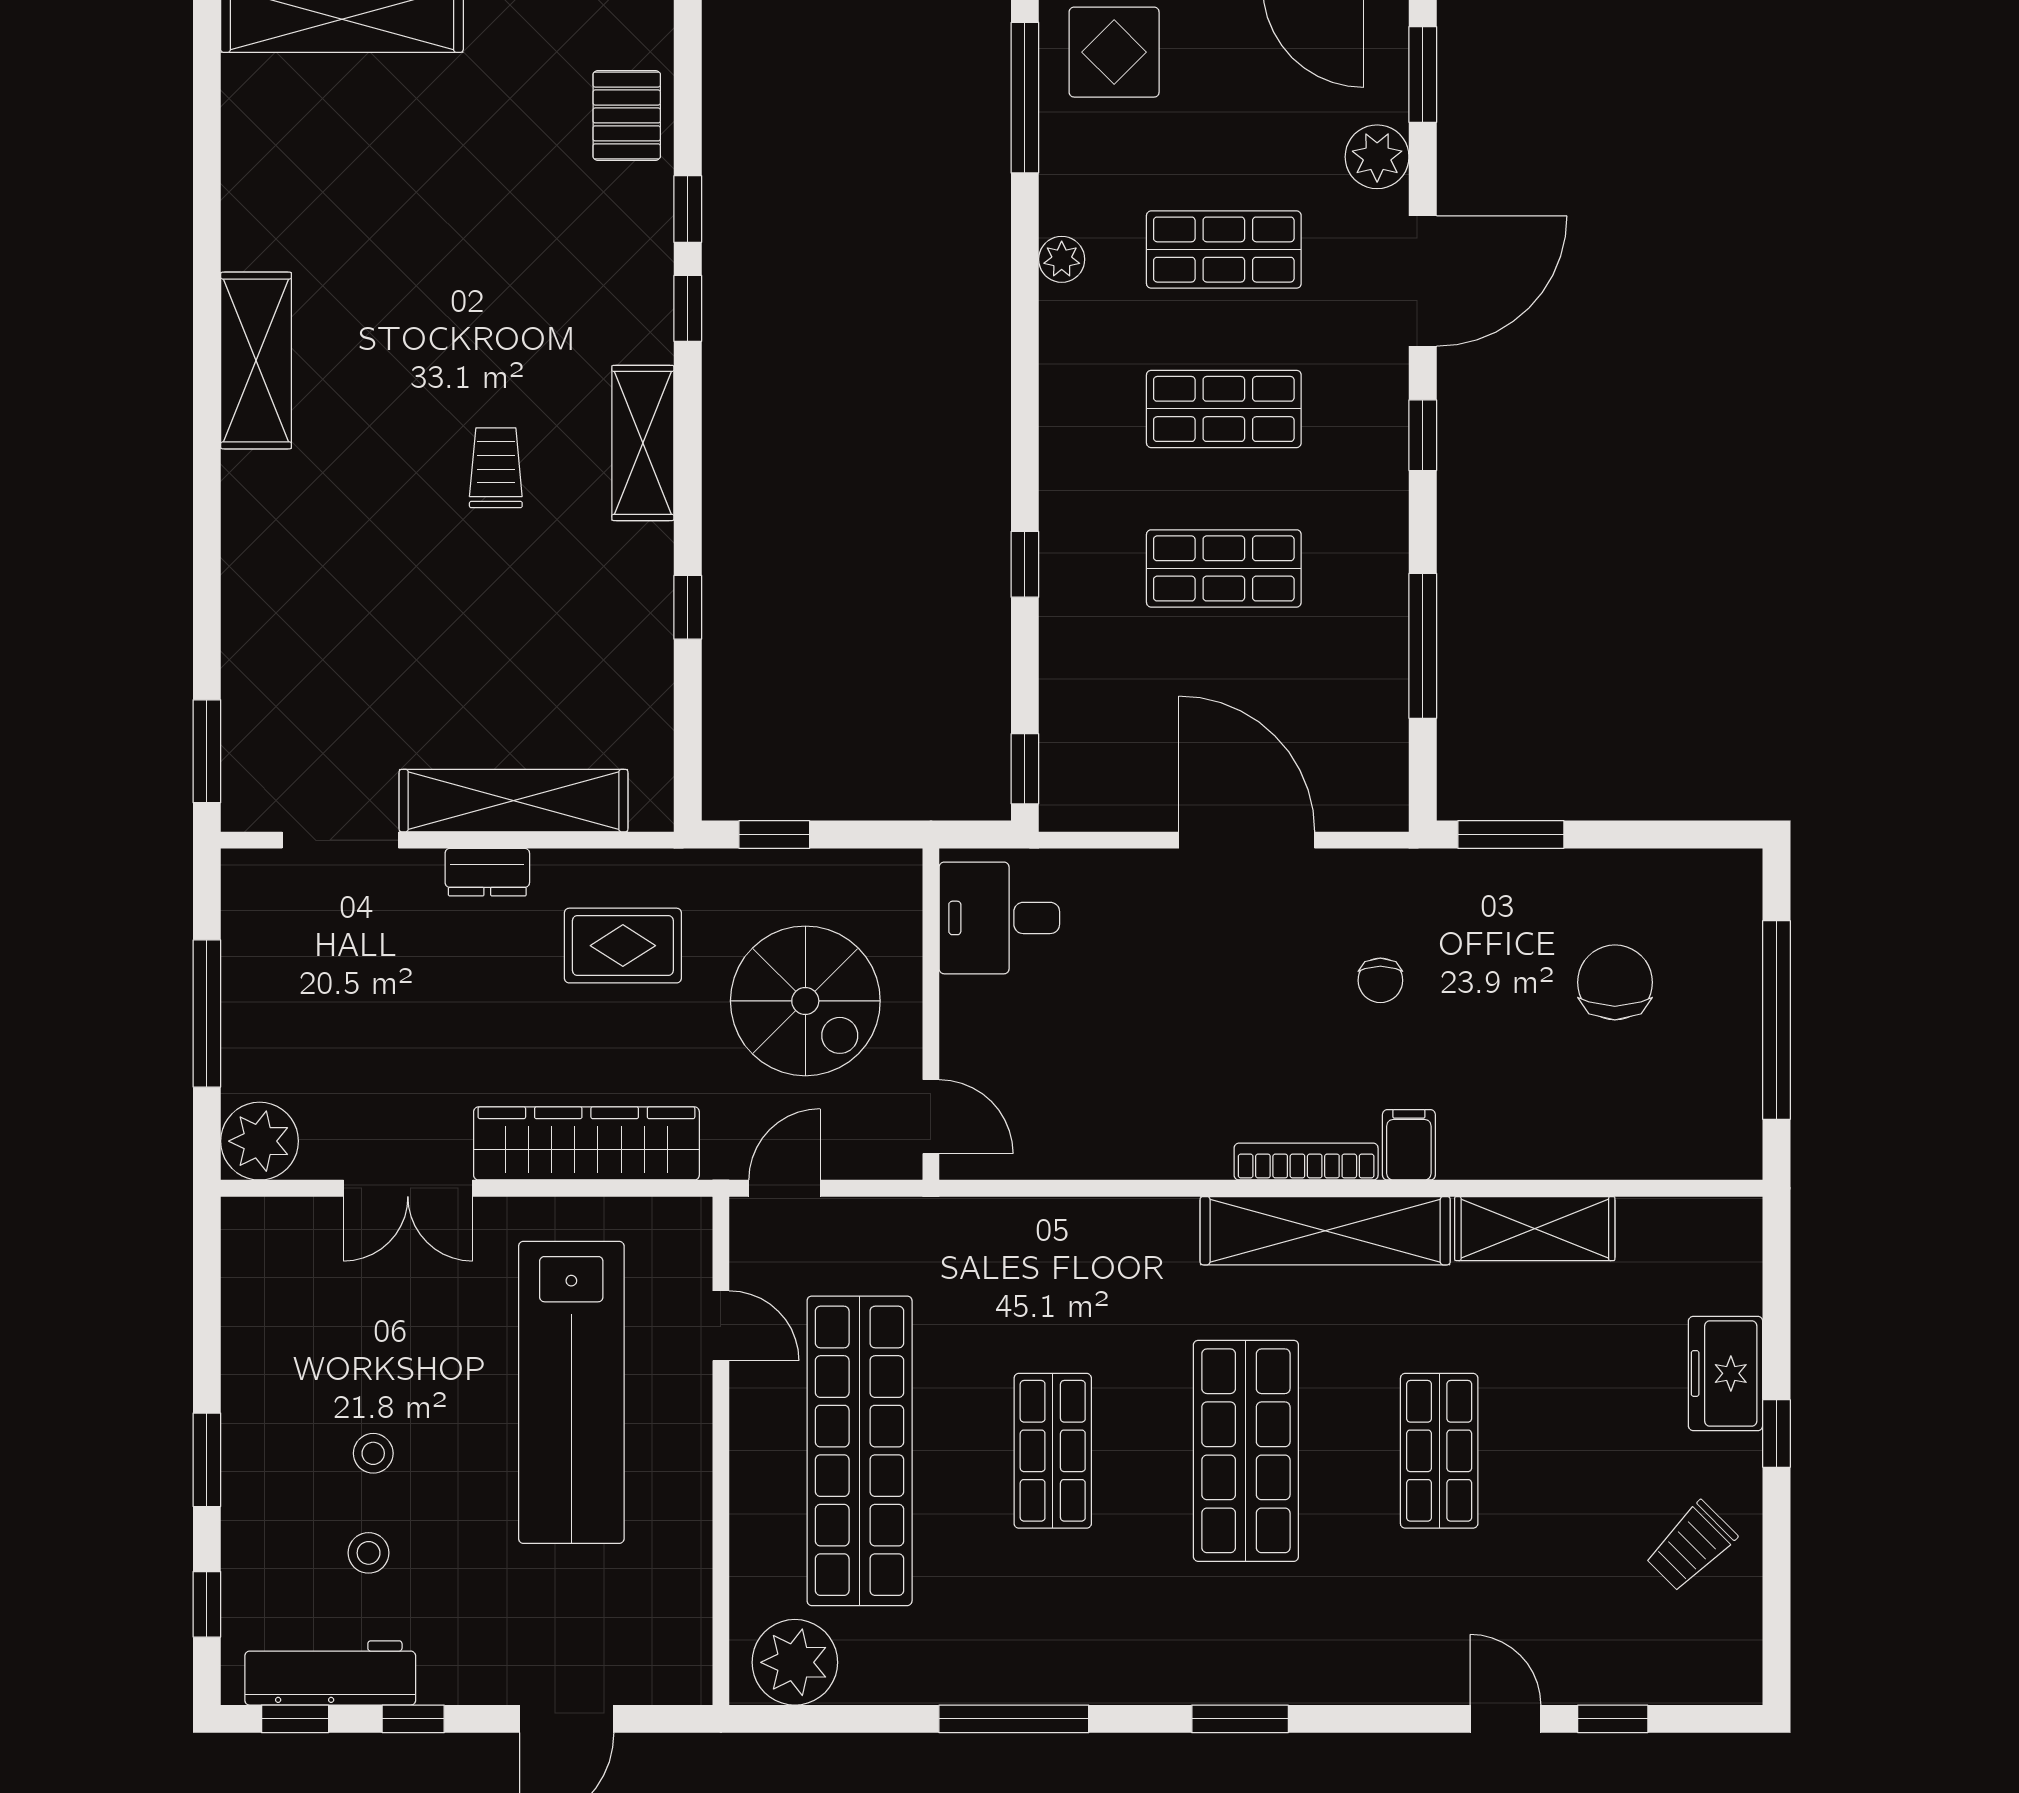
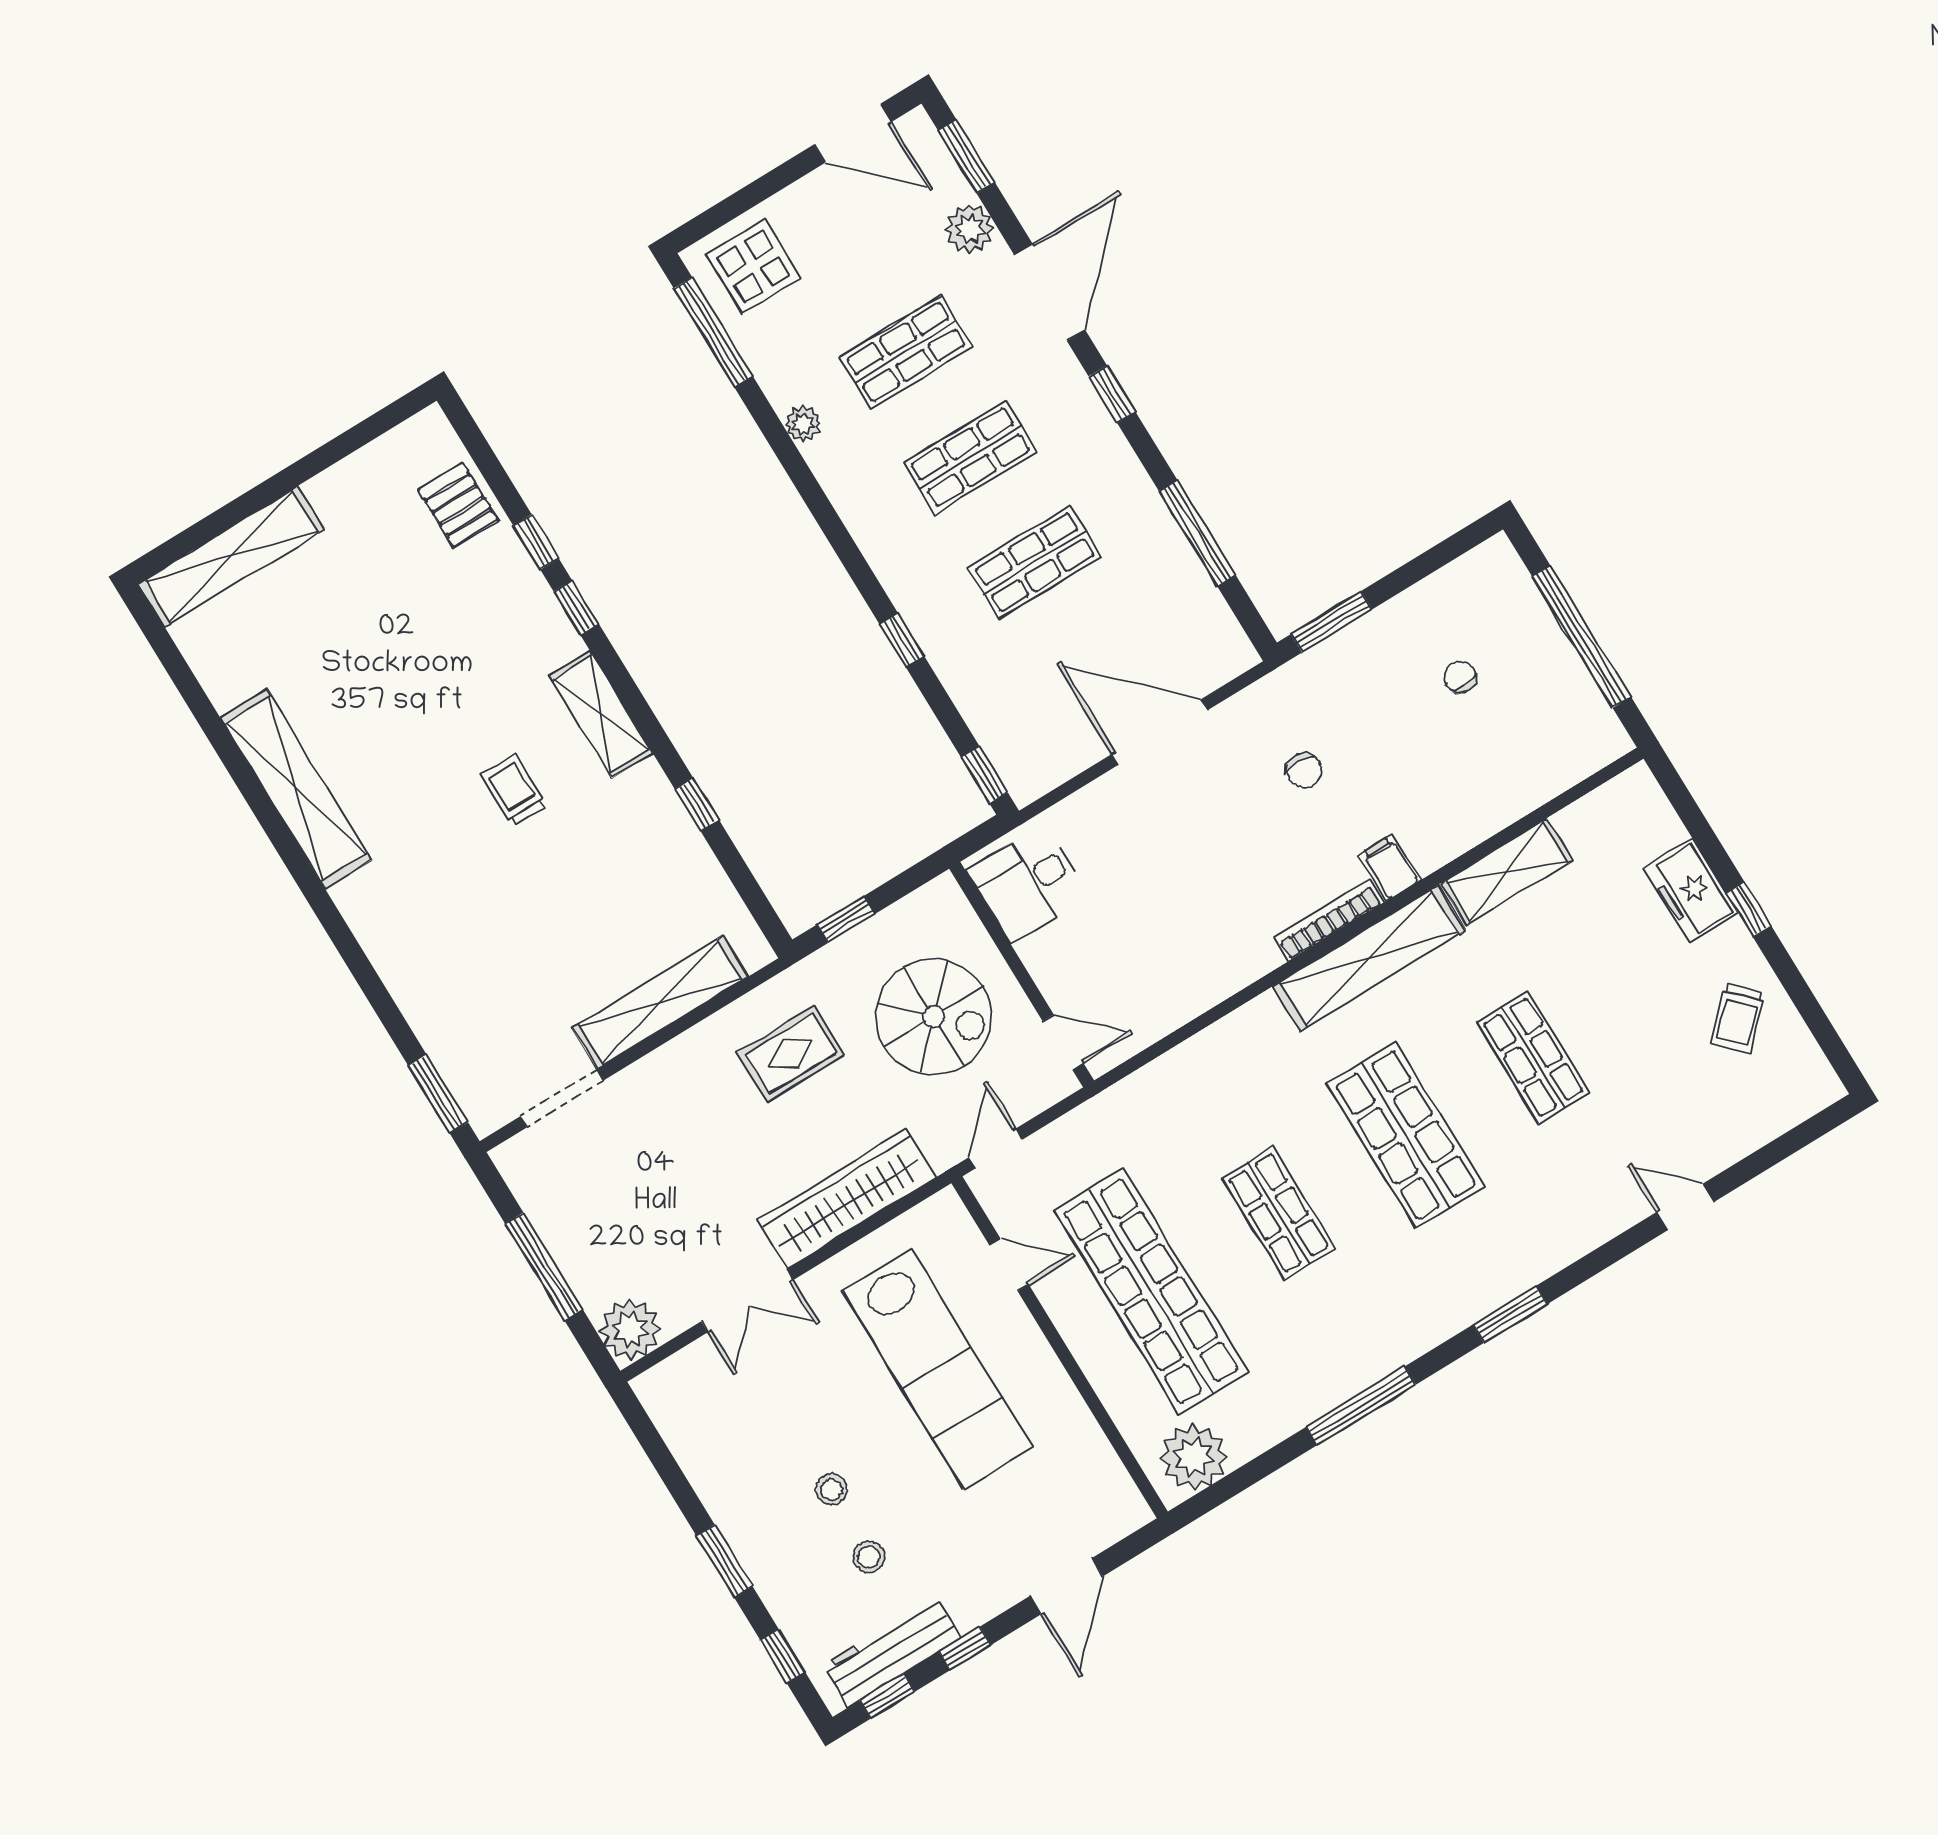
shelving: (256, 360) -> (296, 789), width x1.47
dresser: (487, 872) -> (672, 1060), removed
chair: (1615, 982) -> (1460, 677), width x0.54, depth x0.54
window: (1613, 1719) -> (1756, 1164), removed

